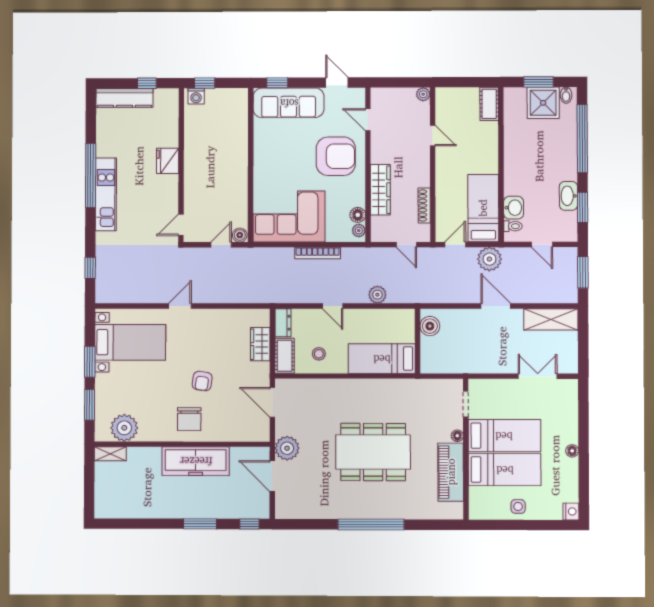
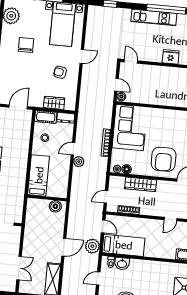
plant: (377, 295) -> (79, 162), moved
door: (180, 306) -> (82, 56), hinge flipped
armchair: (202, 381) -> (60, 72), moved
chair: (189, 419) -> (26, 45), moved, turned 90

